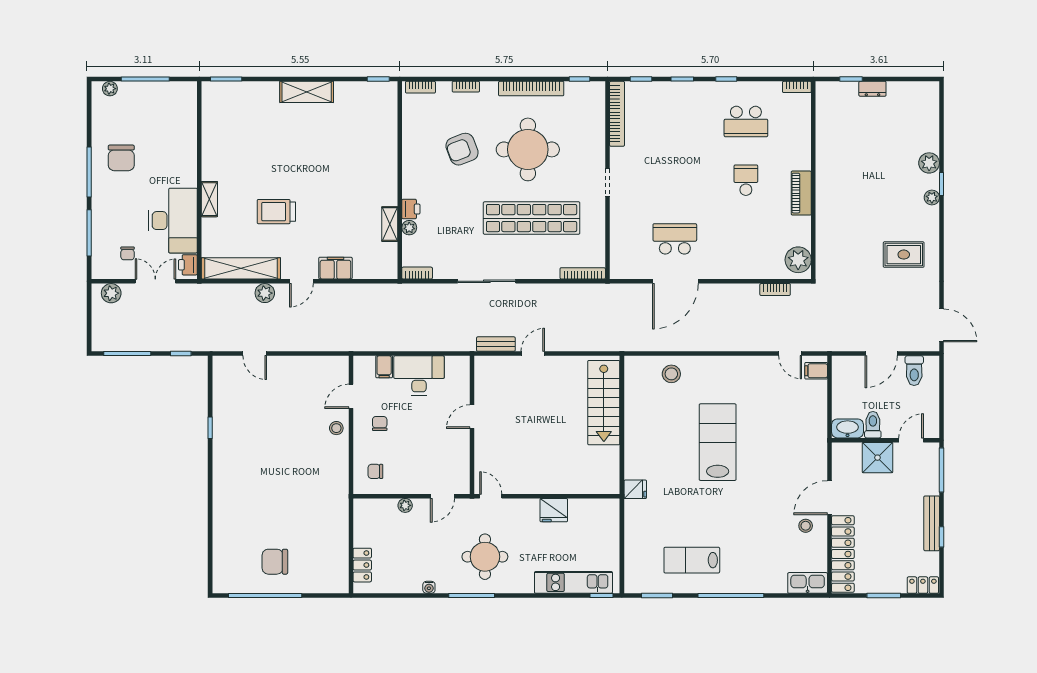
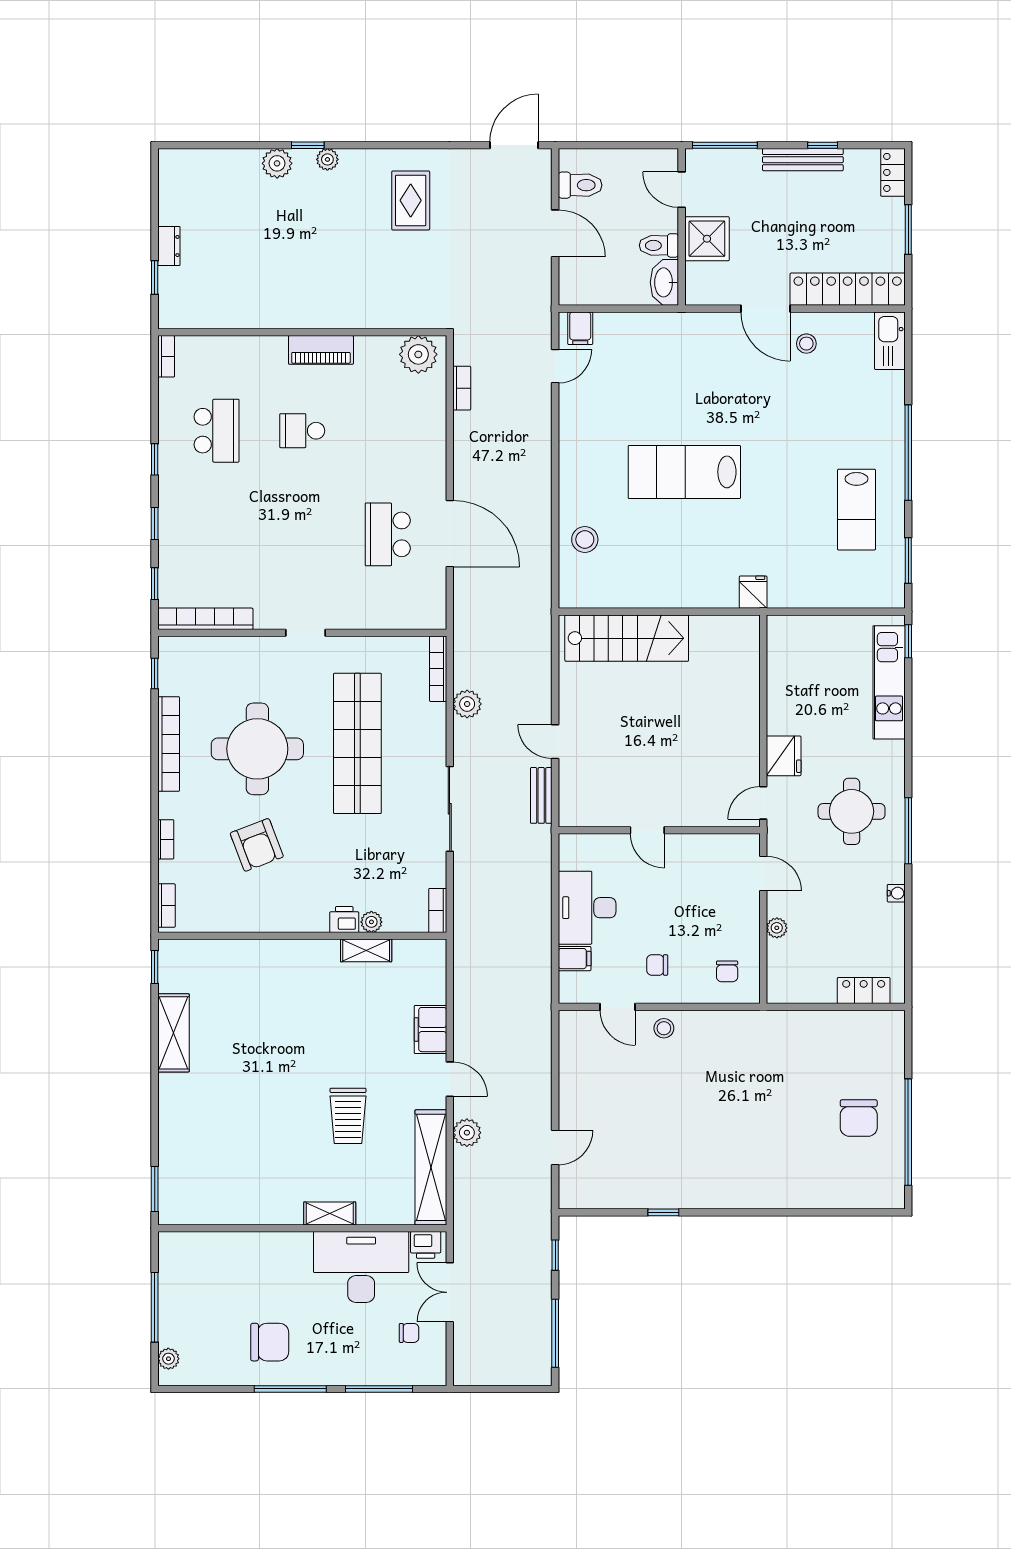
shelving: (307, 92) -> (173, 1033), moved
plant: (111, 293) -> (467, 704), moved
fridge: (554, 510) -> (784, 756), moved

